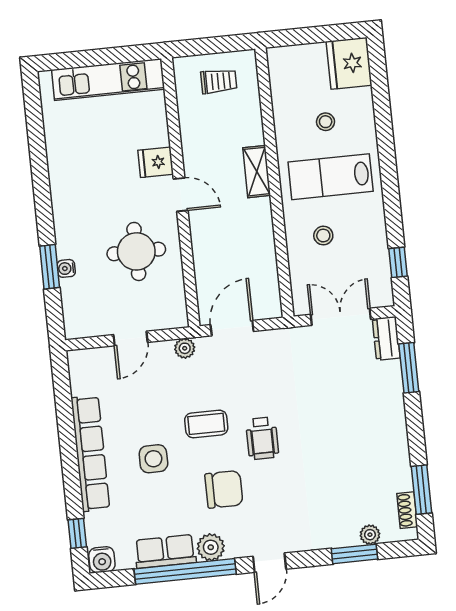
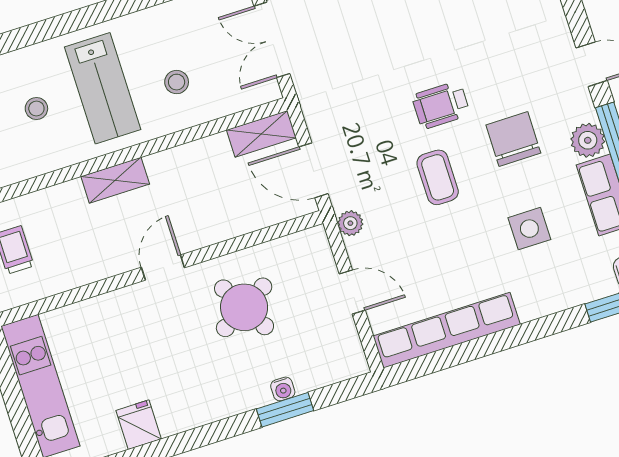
fridge: (156, 162) -> (139, 425), moved, turned 180
round table: (136, 251) -> (244, 307), turned -30
shelving: (269, 293) -> (261, 134), added
wheelchair: (262, 438) -> (441, 105), turned 180
row of seats: (90, 453) -> (447, 330), moved
side table: (153, 459) -> (529, 229), moved

